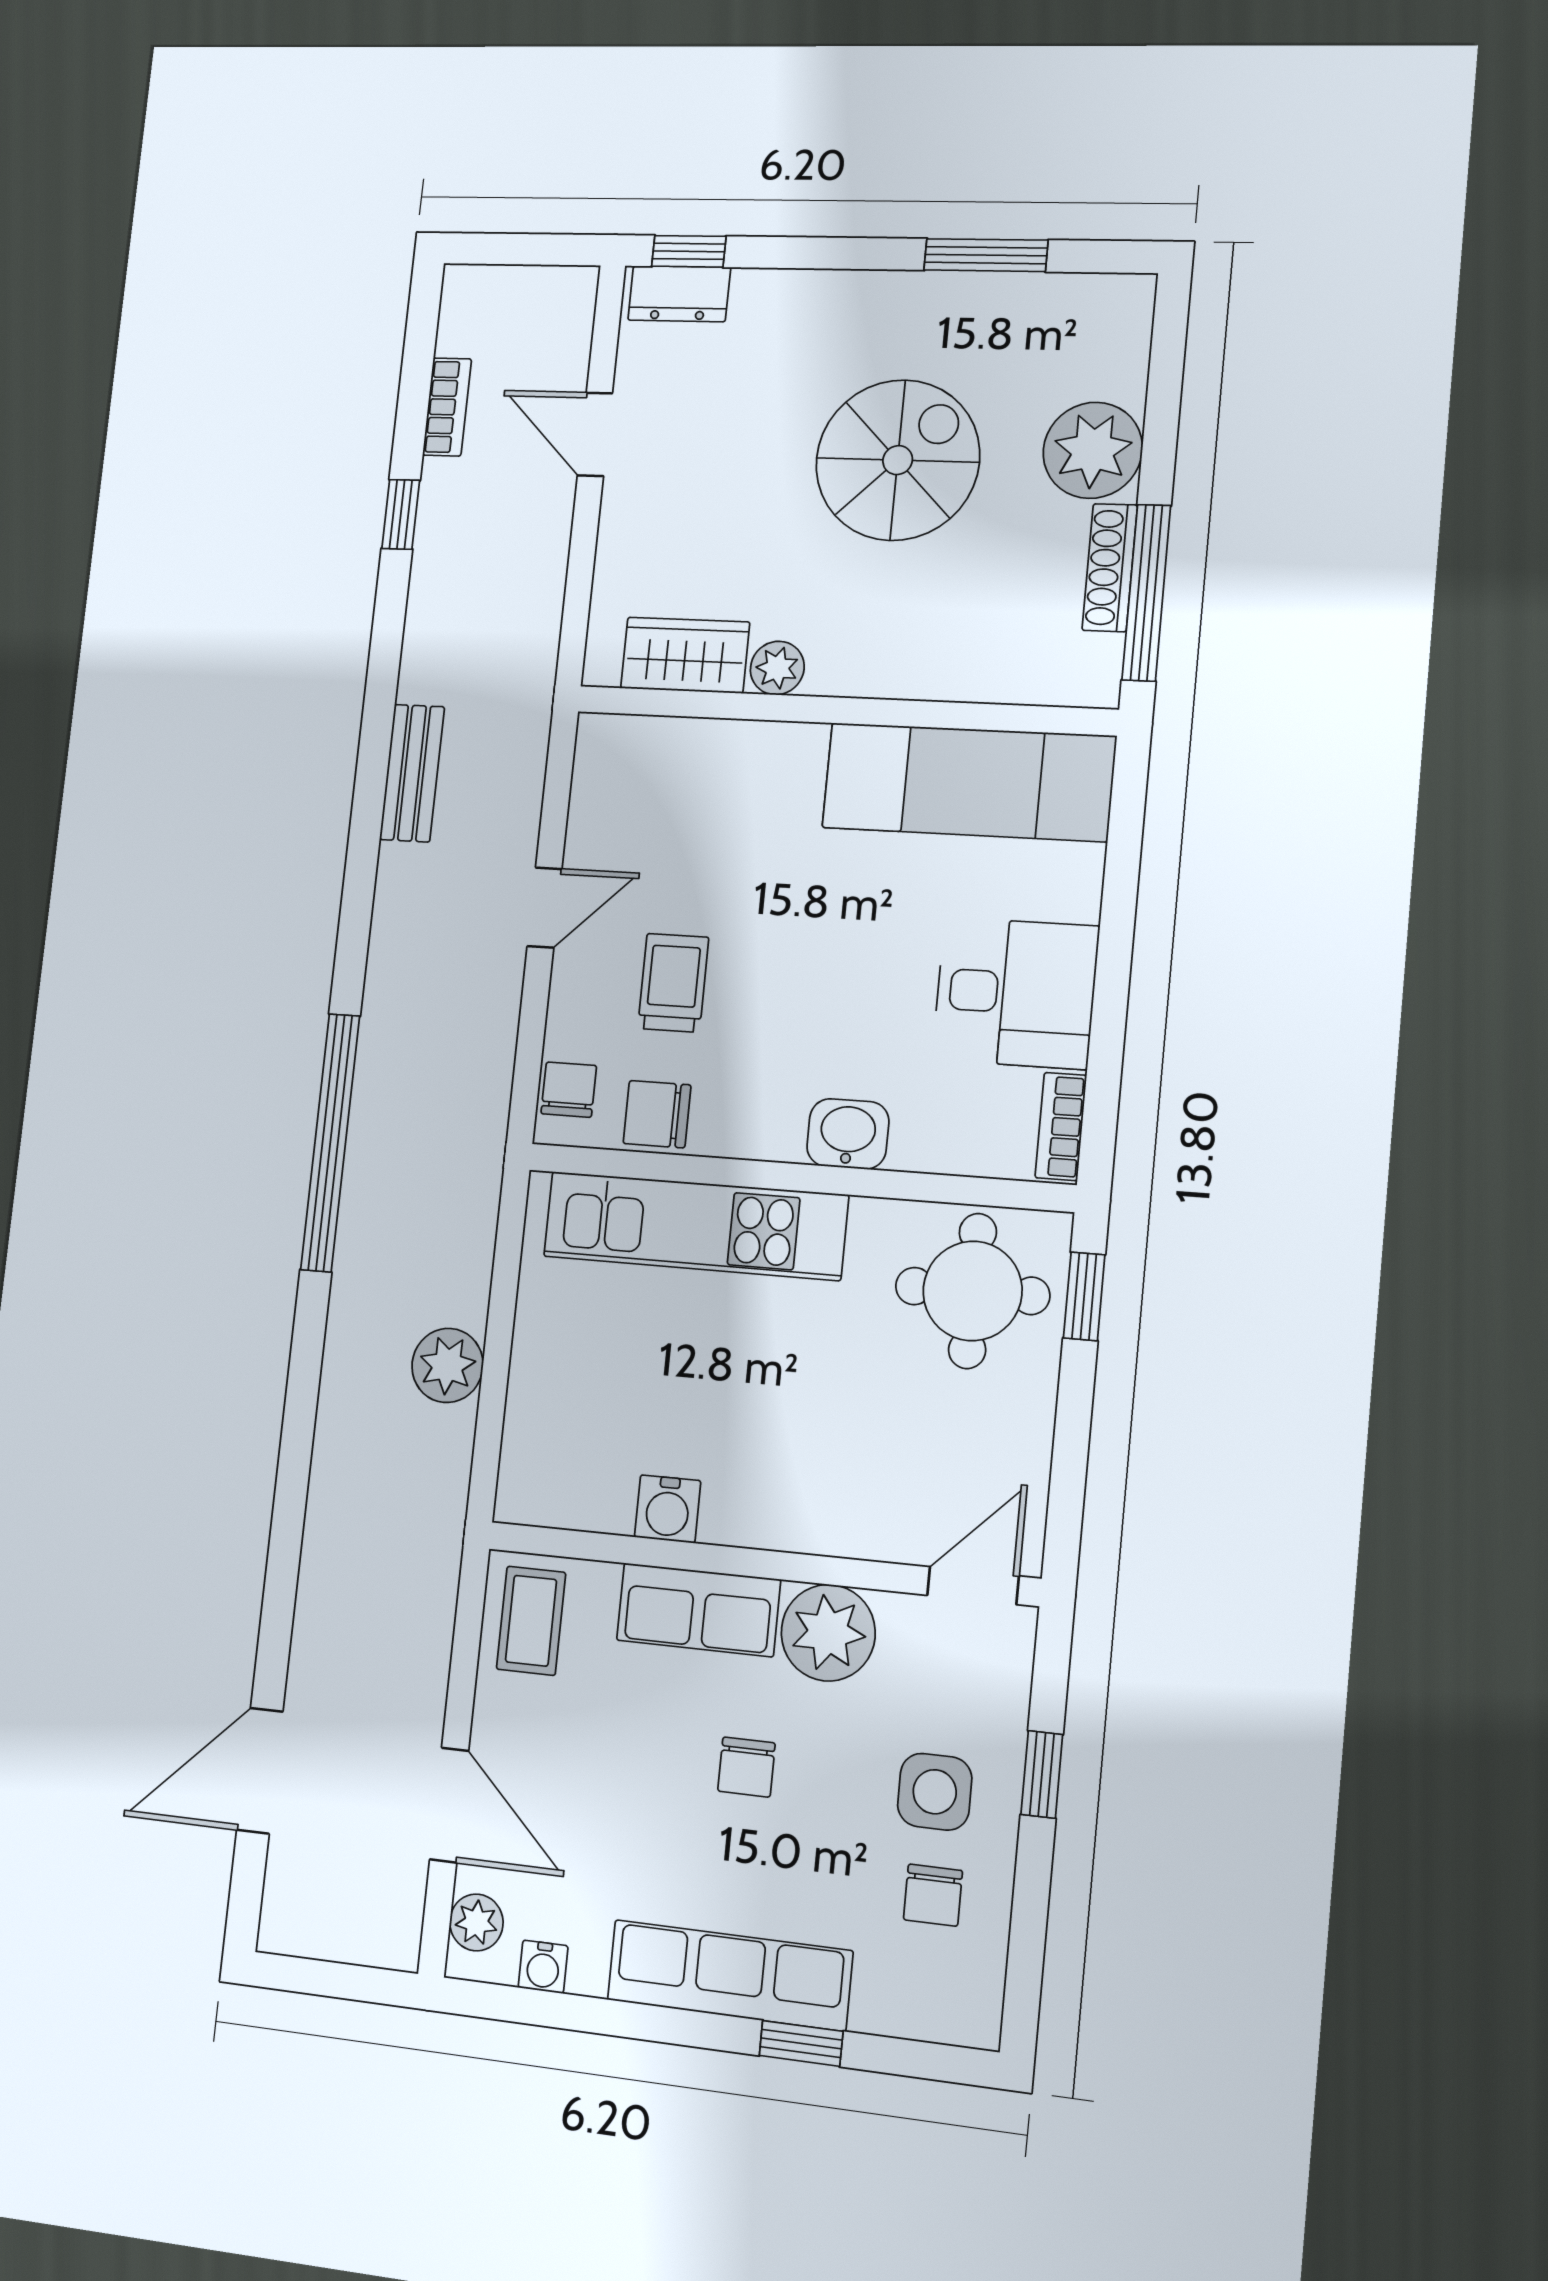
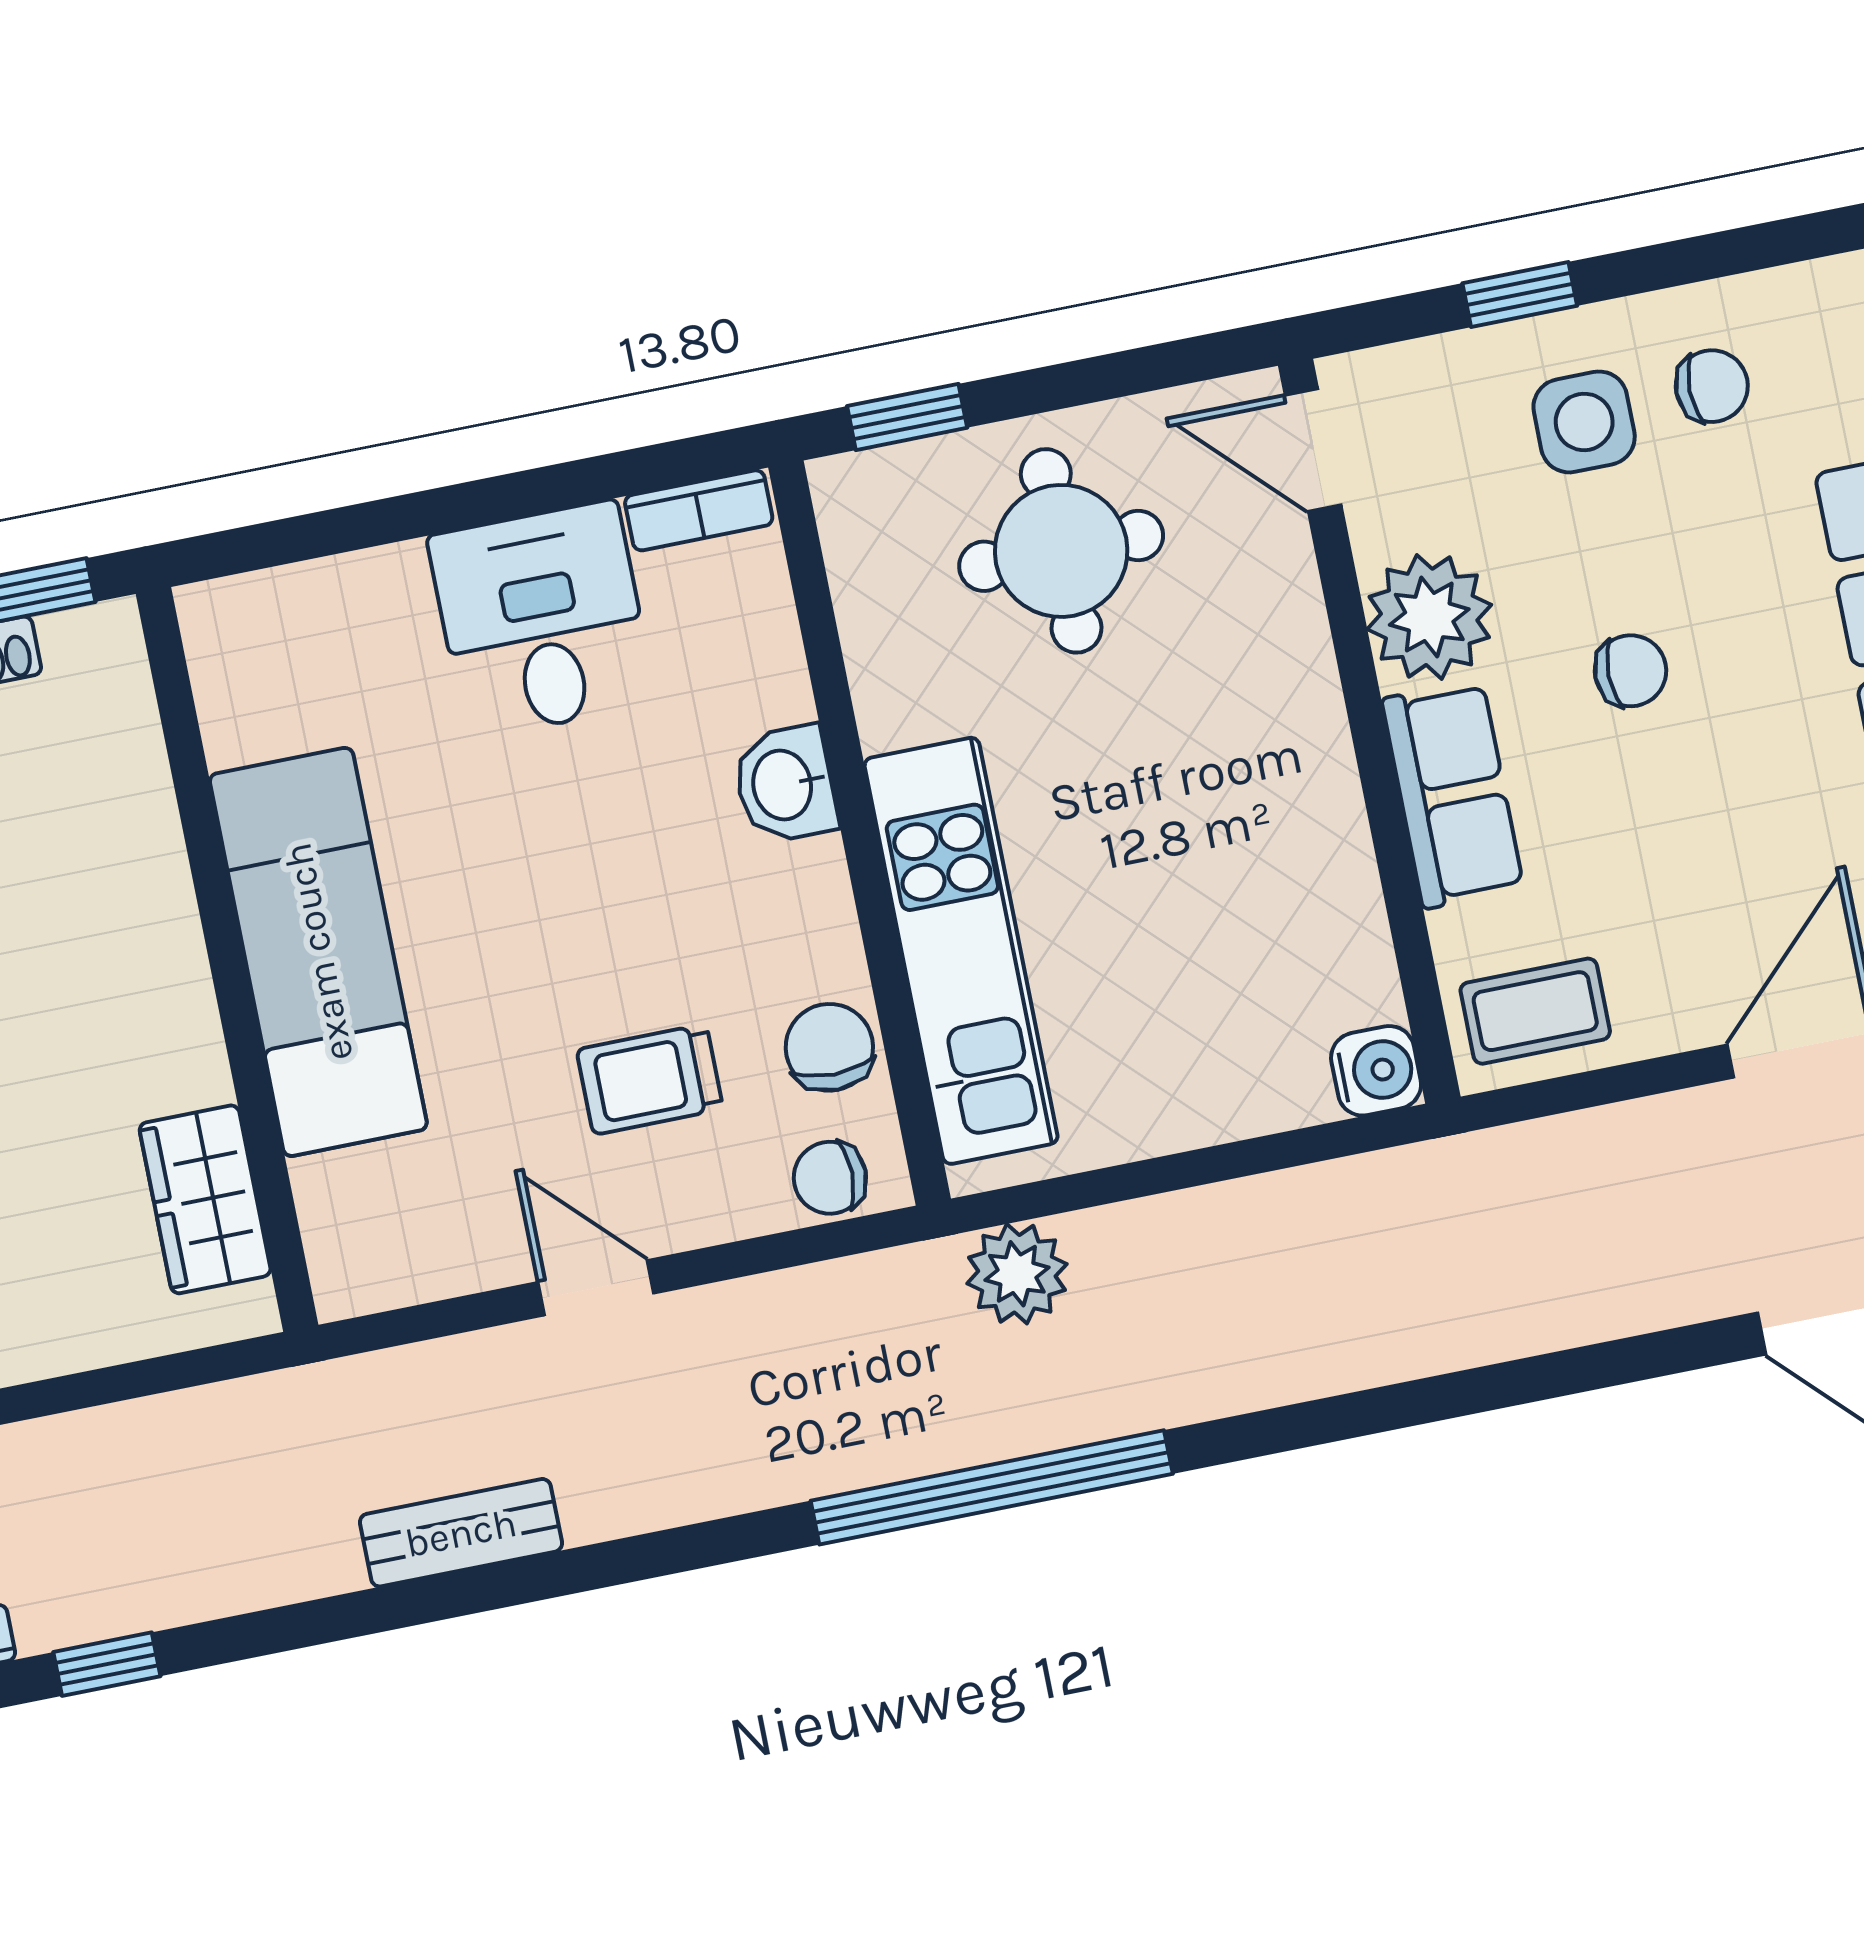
plant: (777, 668) -> (192, 1067), removed
exam couch: (968, 782) -> (318, 952), moved
chair: (657, 1114) -> (829, 1047), turned 180
round table: (973, 1291) -> (1061, 551), moved
plant: (447, 1365) -> (1017, 1274), moved
water cooler: (668, 1509) -> (1376, 1071), moved

